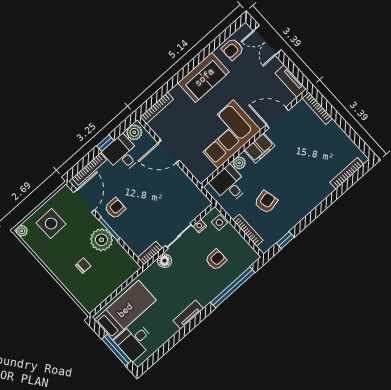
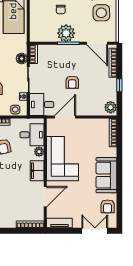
armchair: (233, 49) -> (108, 206), turned 180
door: (169, 152) -> (65, 117), moved
desk: (122, 154) -> (42, 105), moved, turned 180
armchair: (115, 208) -> (72, 82), moved

